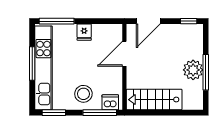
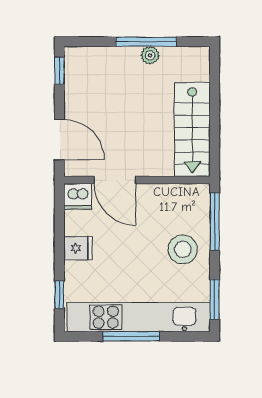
window: (57, 21) -> (59, 295), width x0.46
plant: (193, 70) -> (150, 55), width x0.53, depth x0.53
dishwasher: (110, 102) -> (78, 196), moved, turned -90

